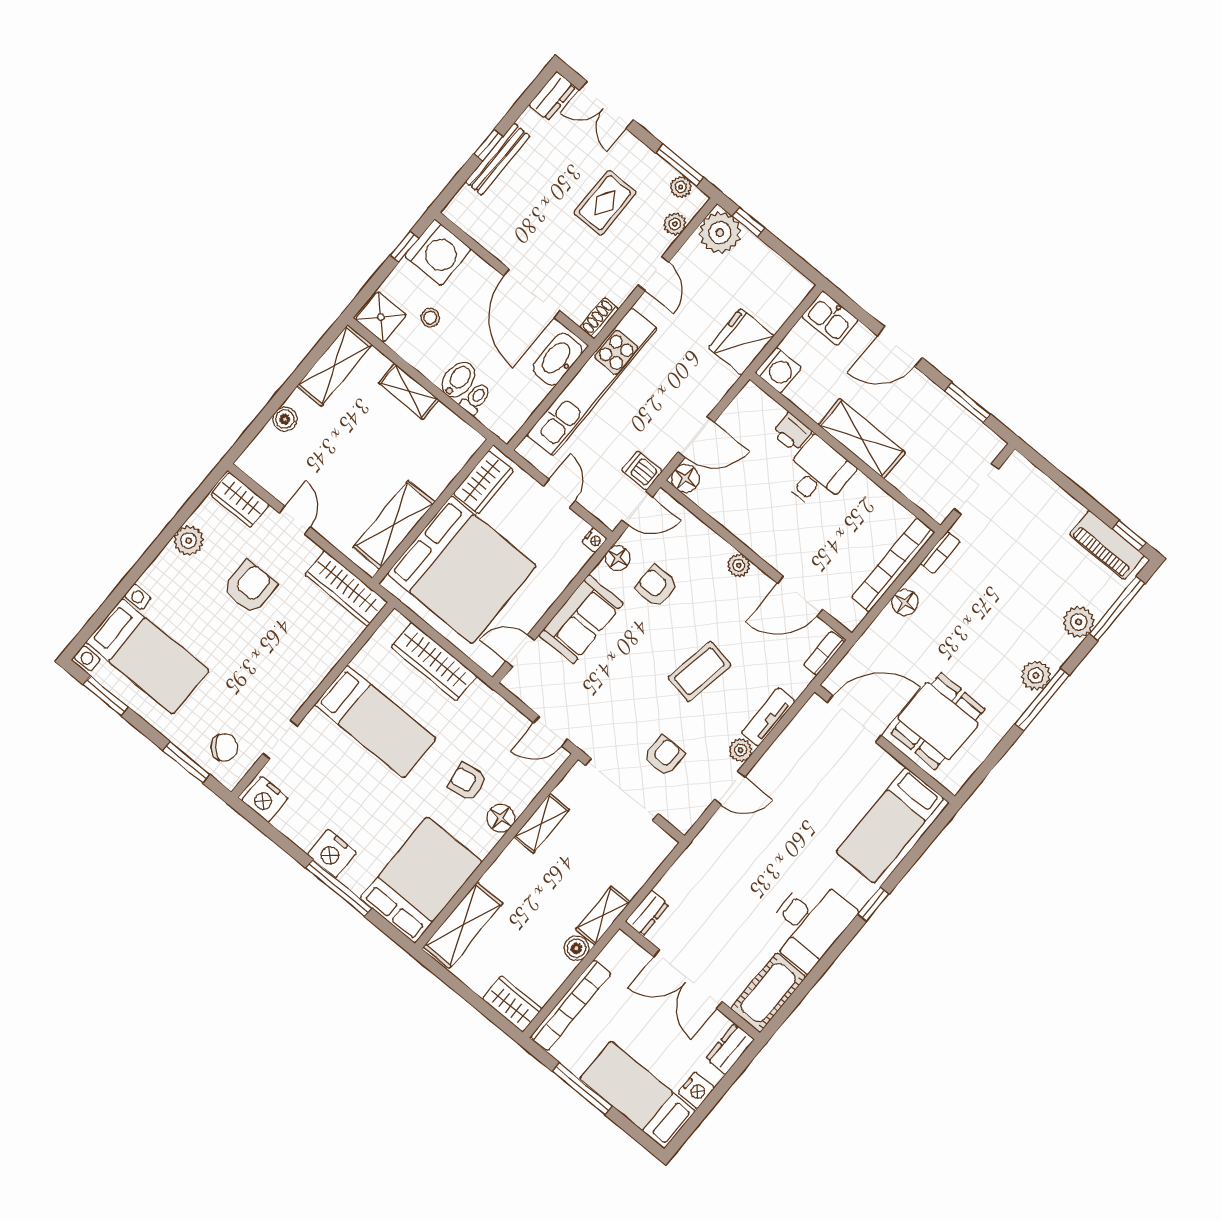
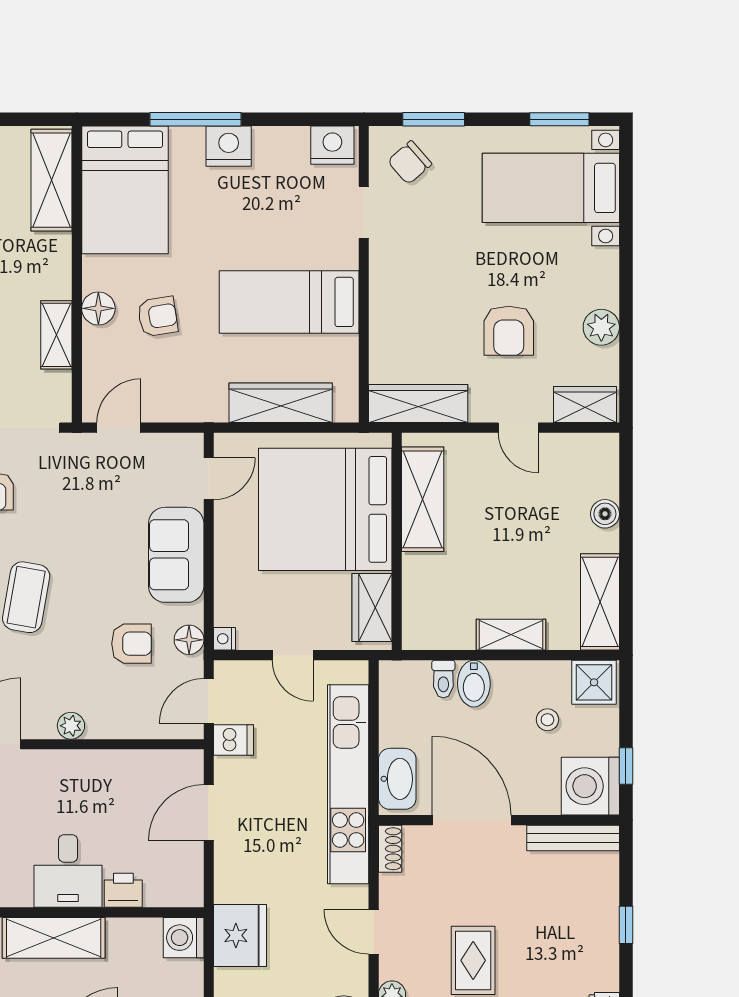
bench: (498, 159) -> (573, 838), moved, turned 90
floor lamp: (685, 478) -> (187, 766), removed

